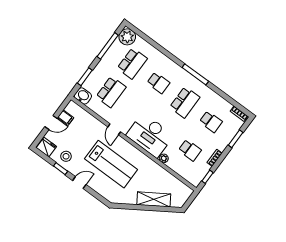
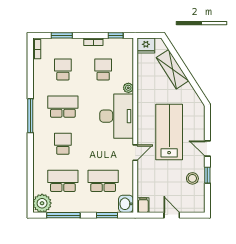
filing cabinet: (66, 118) -> (143, 205), moved
fridge: (46, 147) -> (146, 46), moved, turned -90

